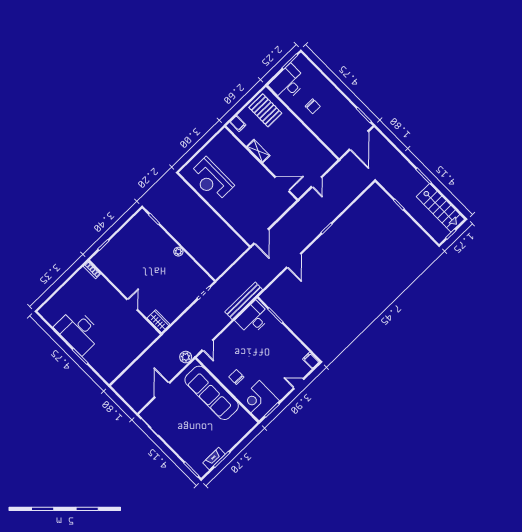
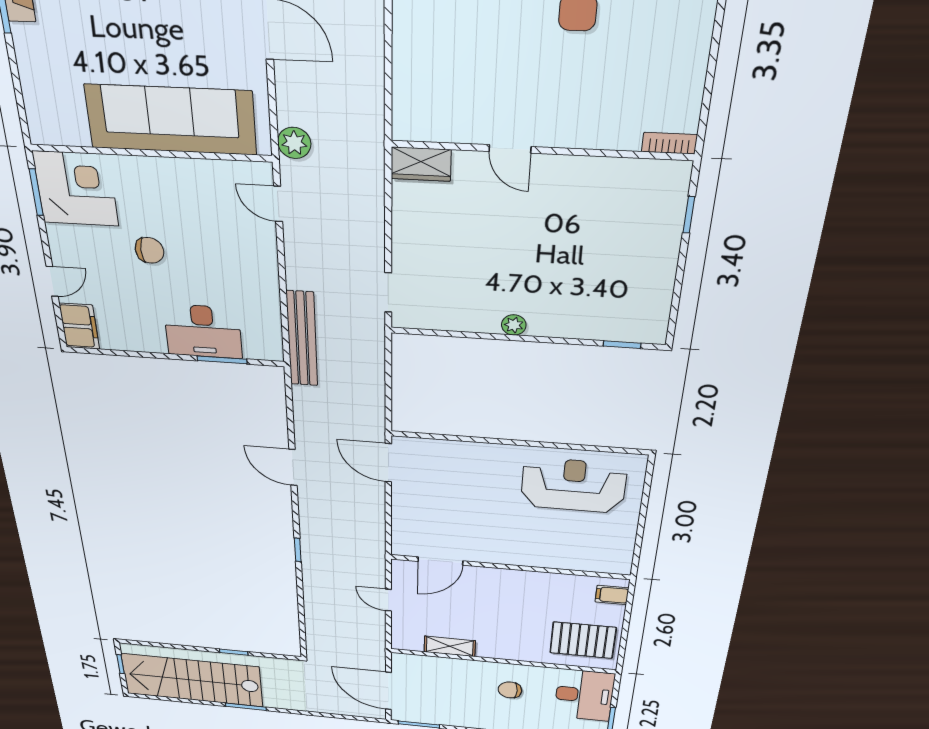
shelving: (258, 151) -> (450, 646), moved
stairs: (440, 208) -> (192, 680), width x1.36, depth x1.51
desk: (253, 318) -> (203, 331), moved, turned 90
filing cabinet: (311, 360) -> (79, 326), width x2.00
chair: (236, 377) -> (150, 250), moved

